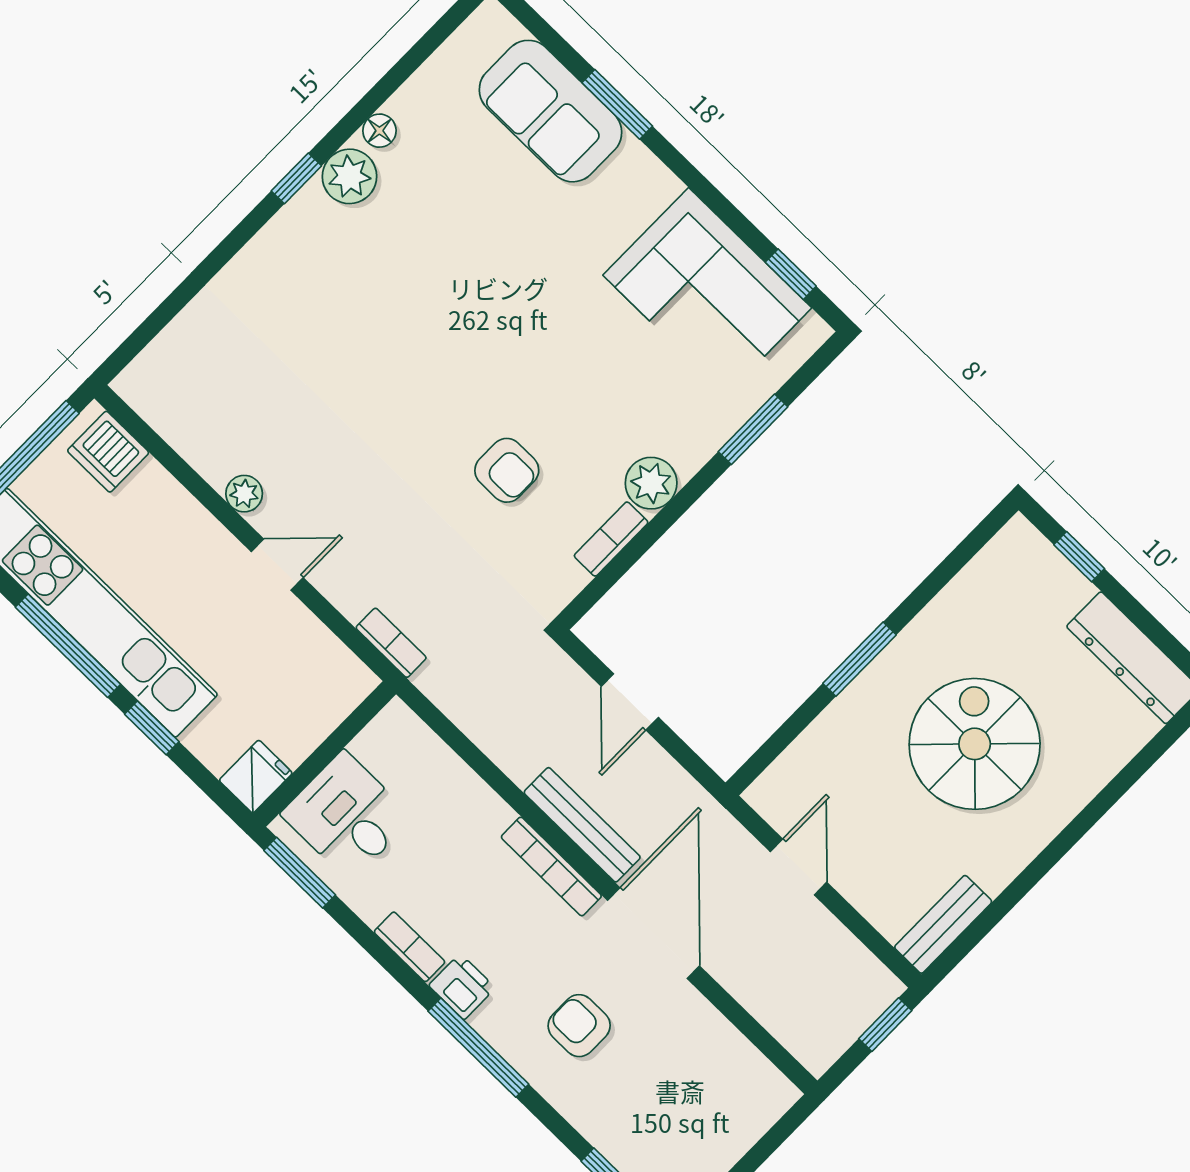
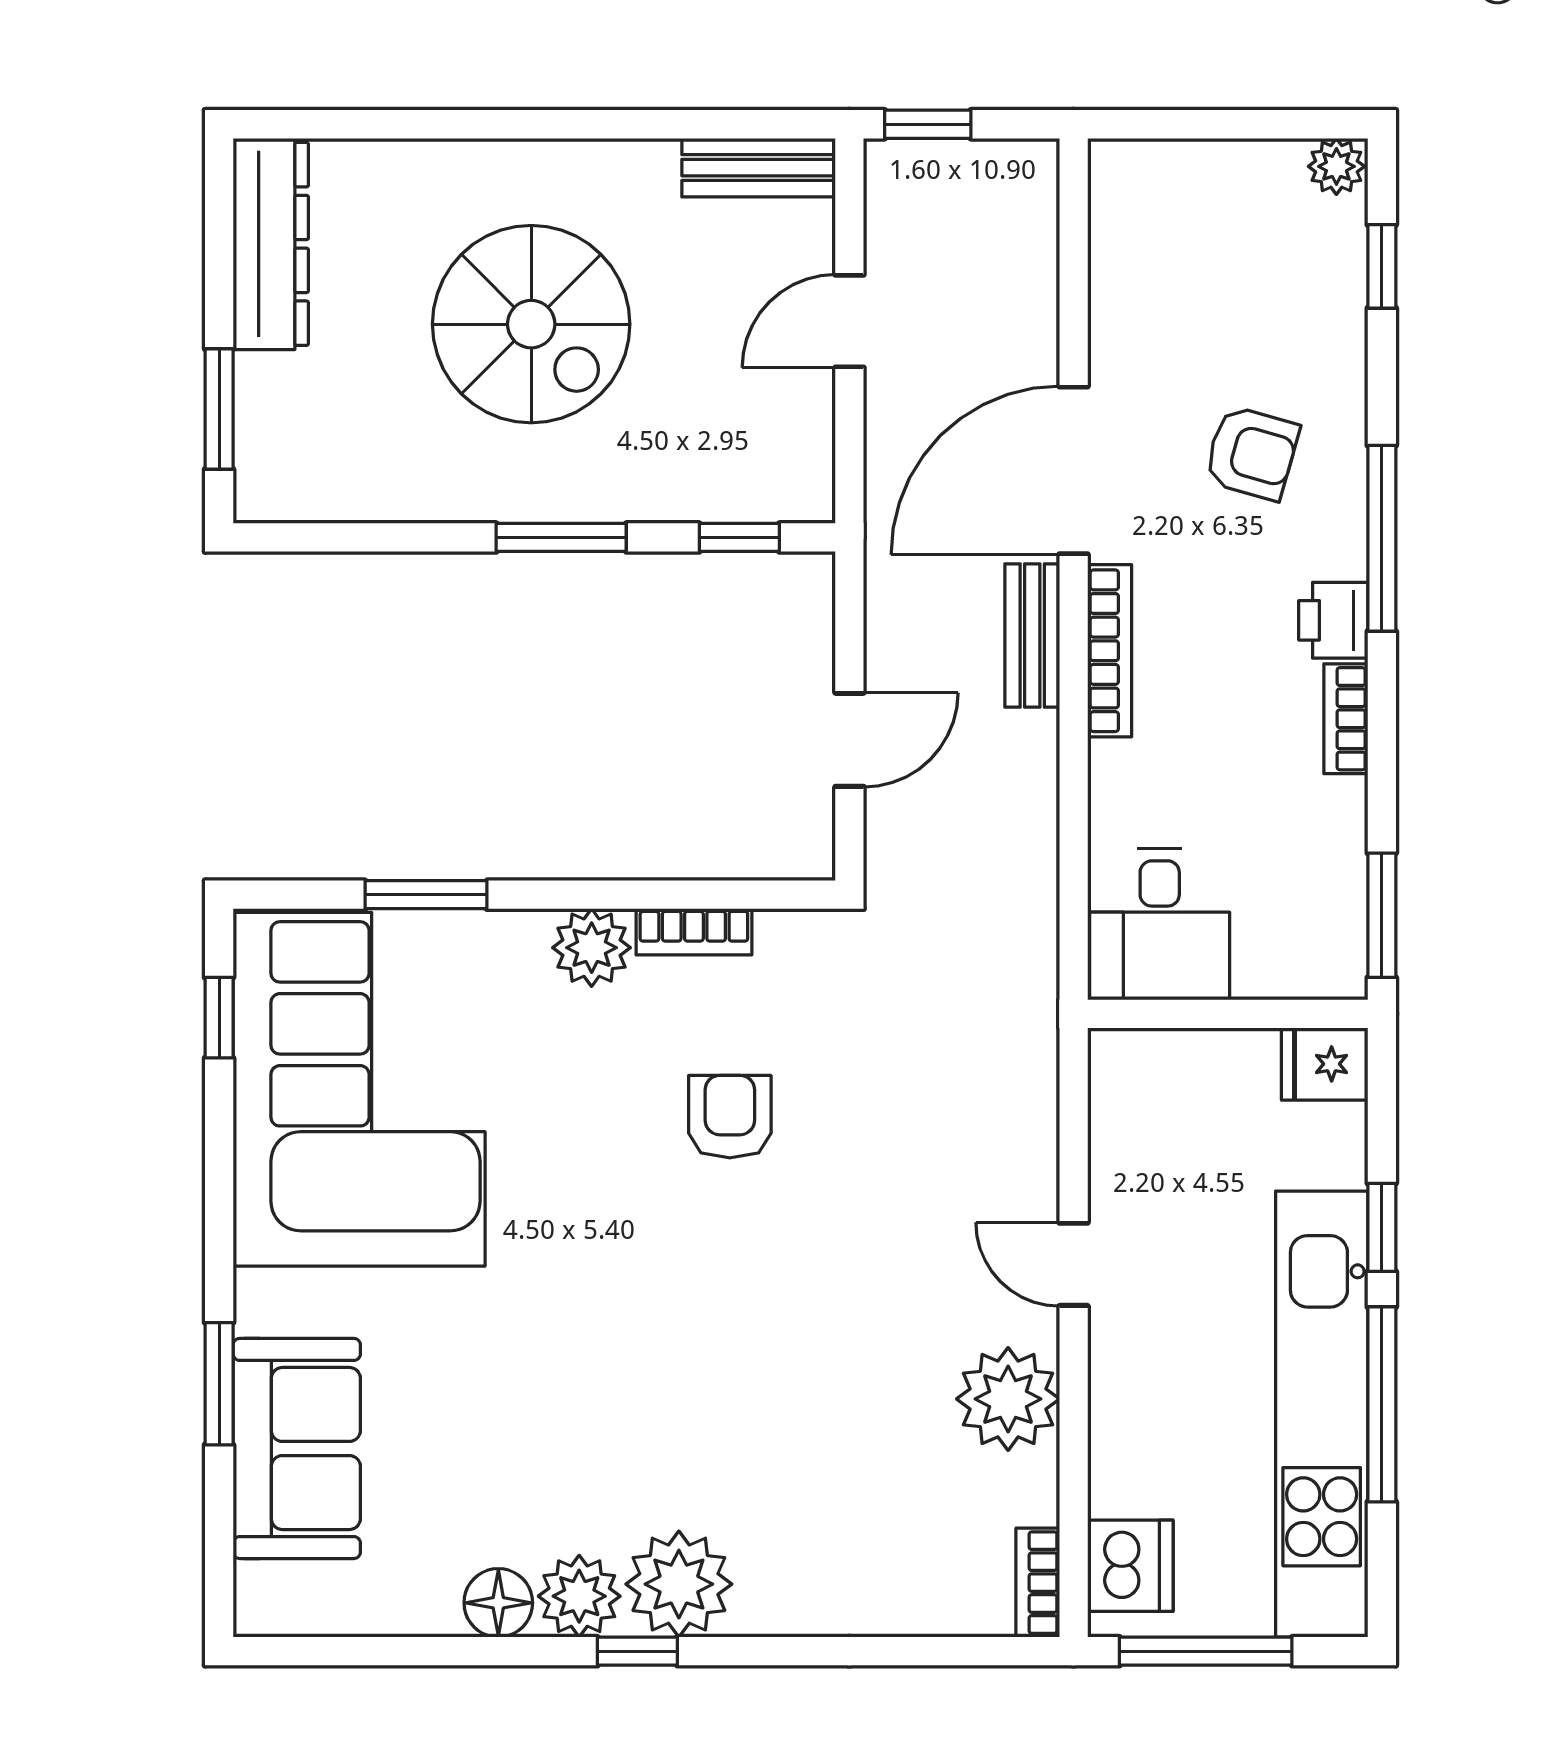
floor lamp: (379, 131) -> (498, 1603), width x1.37, depth x1.37
plant: (309, 229) -> (679, 1584), added
corner sofa: (707, 292) -> (359, 1089), width x1.36, depth x1.36
plant: (244, 494) -> (1008, 1399), width x1.88, depth x1.88
window: (1079, 557) -> (219, 409), width x1.50
bookcase: (391, 643) -> (1038, 1583), moved
window: (777, 744) -> (739, 537), added
spiral stairs: (975, 744) -> (531, 324), turned -90
desk: (347, 816) -> (1160, 924), moved
bench: (582, 825) -> (1032, 635), width x0.73
door: (798, 867) -> (849, 321), moved
armchair: (579, 1026) -> (1252, 453), turned -74

